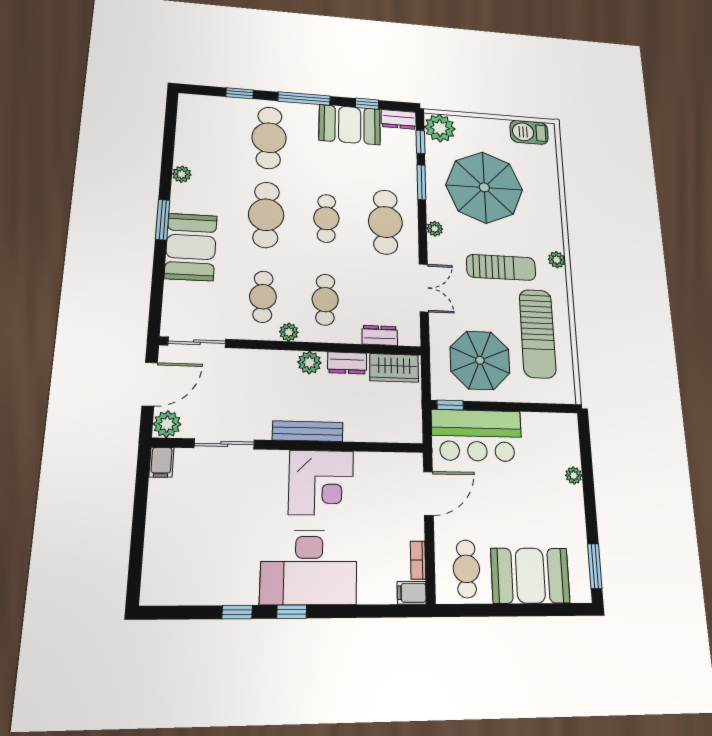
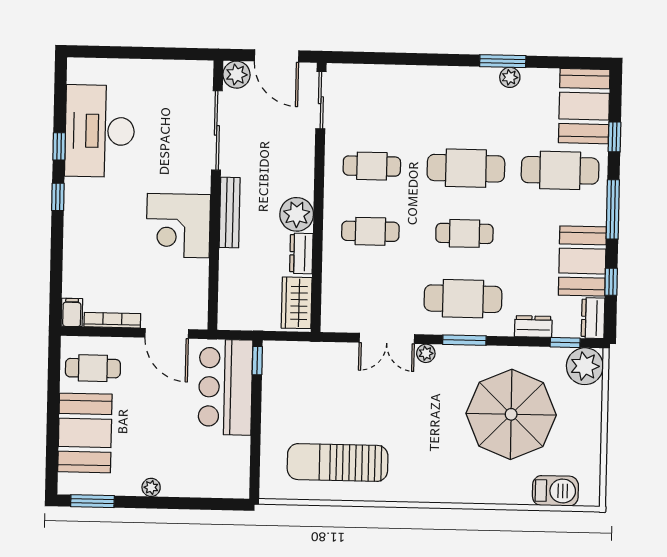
barbecue: (529, 132) -> (555, 491), moved, turned 90
window: (421, 182) -> (464, 340), moved
window: (163, 220) -> (503, 61), moved
plant: (435, 229) -> (426, 353), moved
booth: (191, 247) -> (584, 106), moved, turned 90
plant: (557, 260) -> (425, 493), removed
sun lounger: (501, 267) -> (414, 427), removed
plant: (289, 332) -> (334, 193), removed
dresser: (380, 335) -> (533, 326), moved, turned -90
parasol: (480, 360) -> (306, 396), removed
plant: (309, 363) -> (297, 214), width x1.36, depth x1.36
sliding door: (224, 444) -> (217, 130), width x1.37
filing cabinet: (161, 462) -> (199, 71), removed
plant: (574, 475) -> (151, 487), moved
bookcase: (418, 560) -> (112, 320), width x1.56
desk: (309, 567) -> (100, 131), moved

